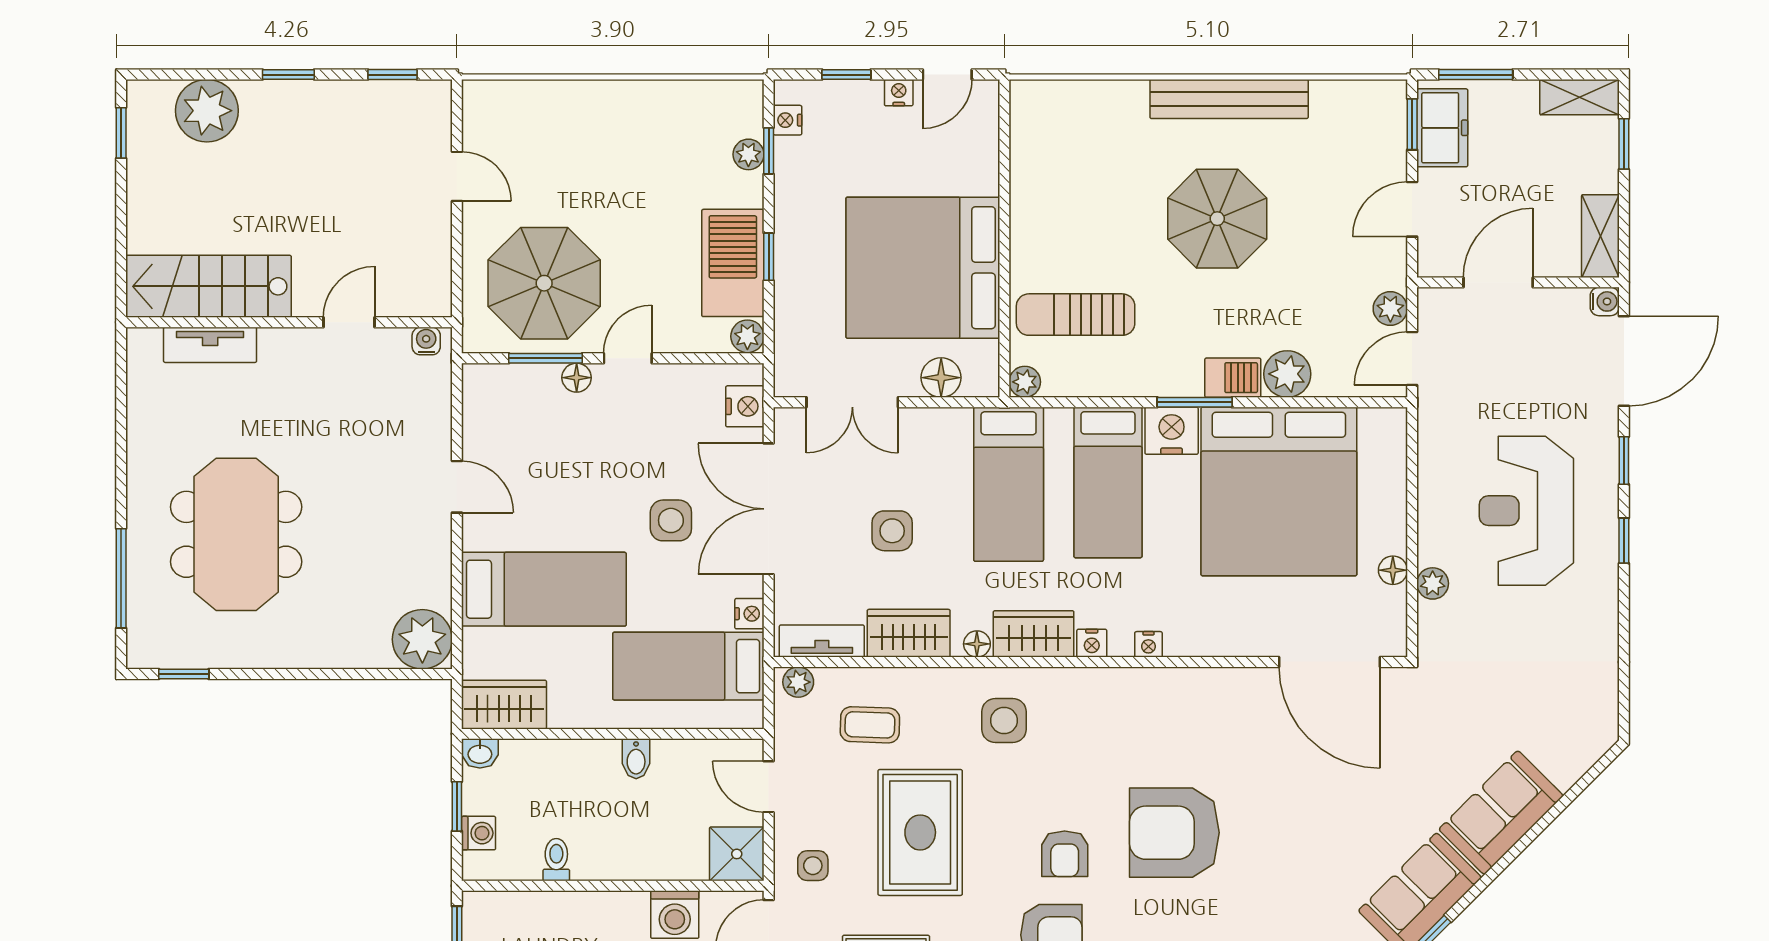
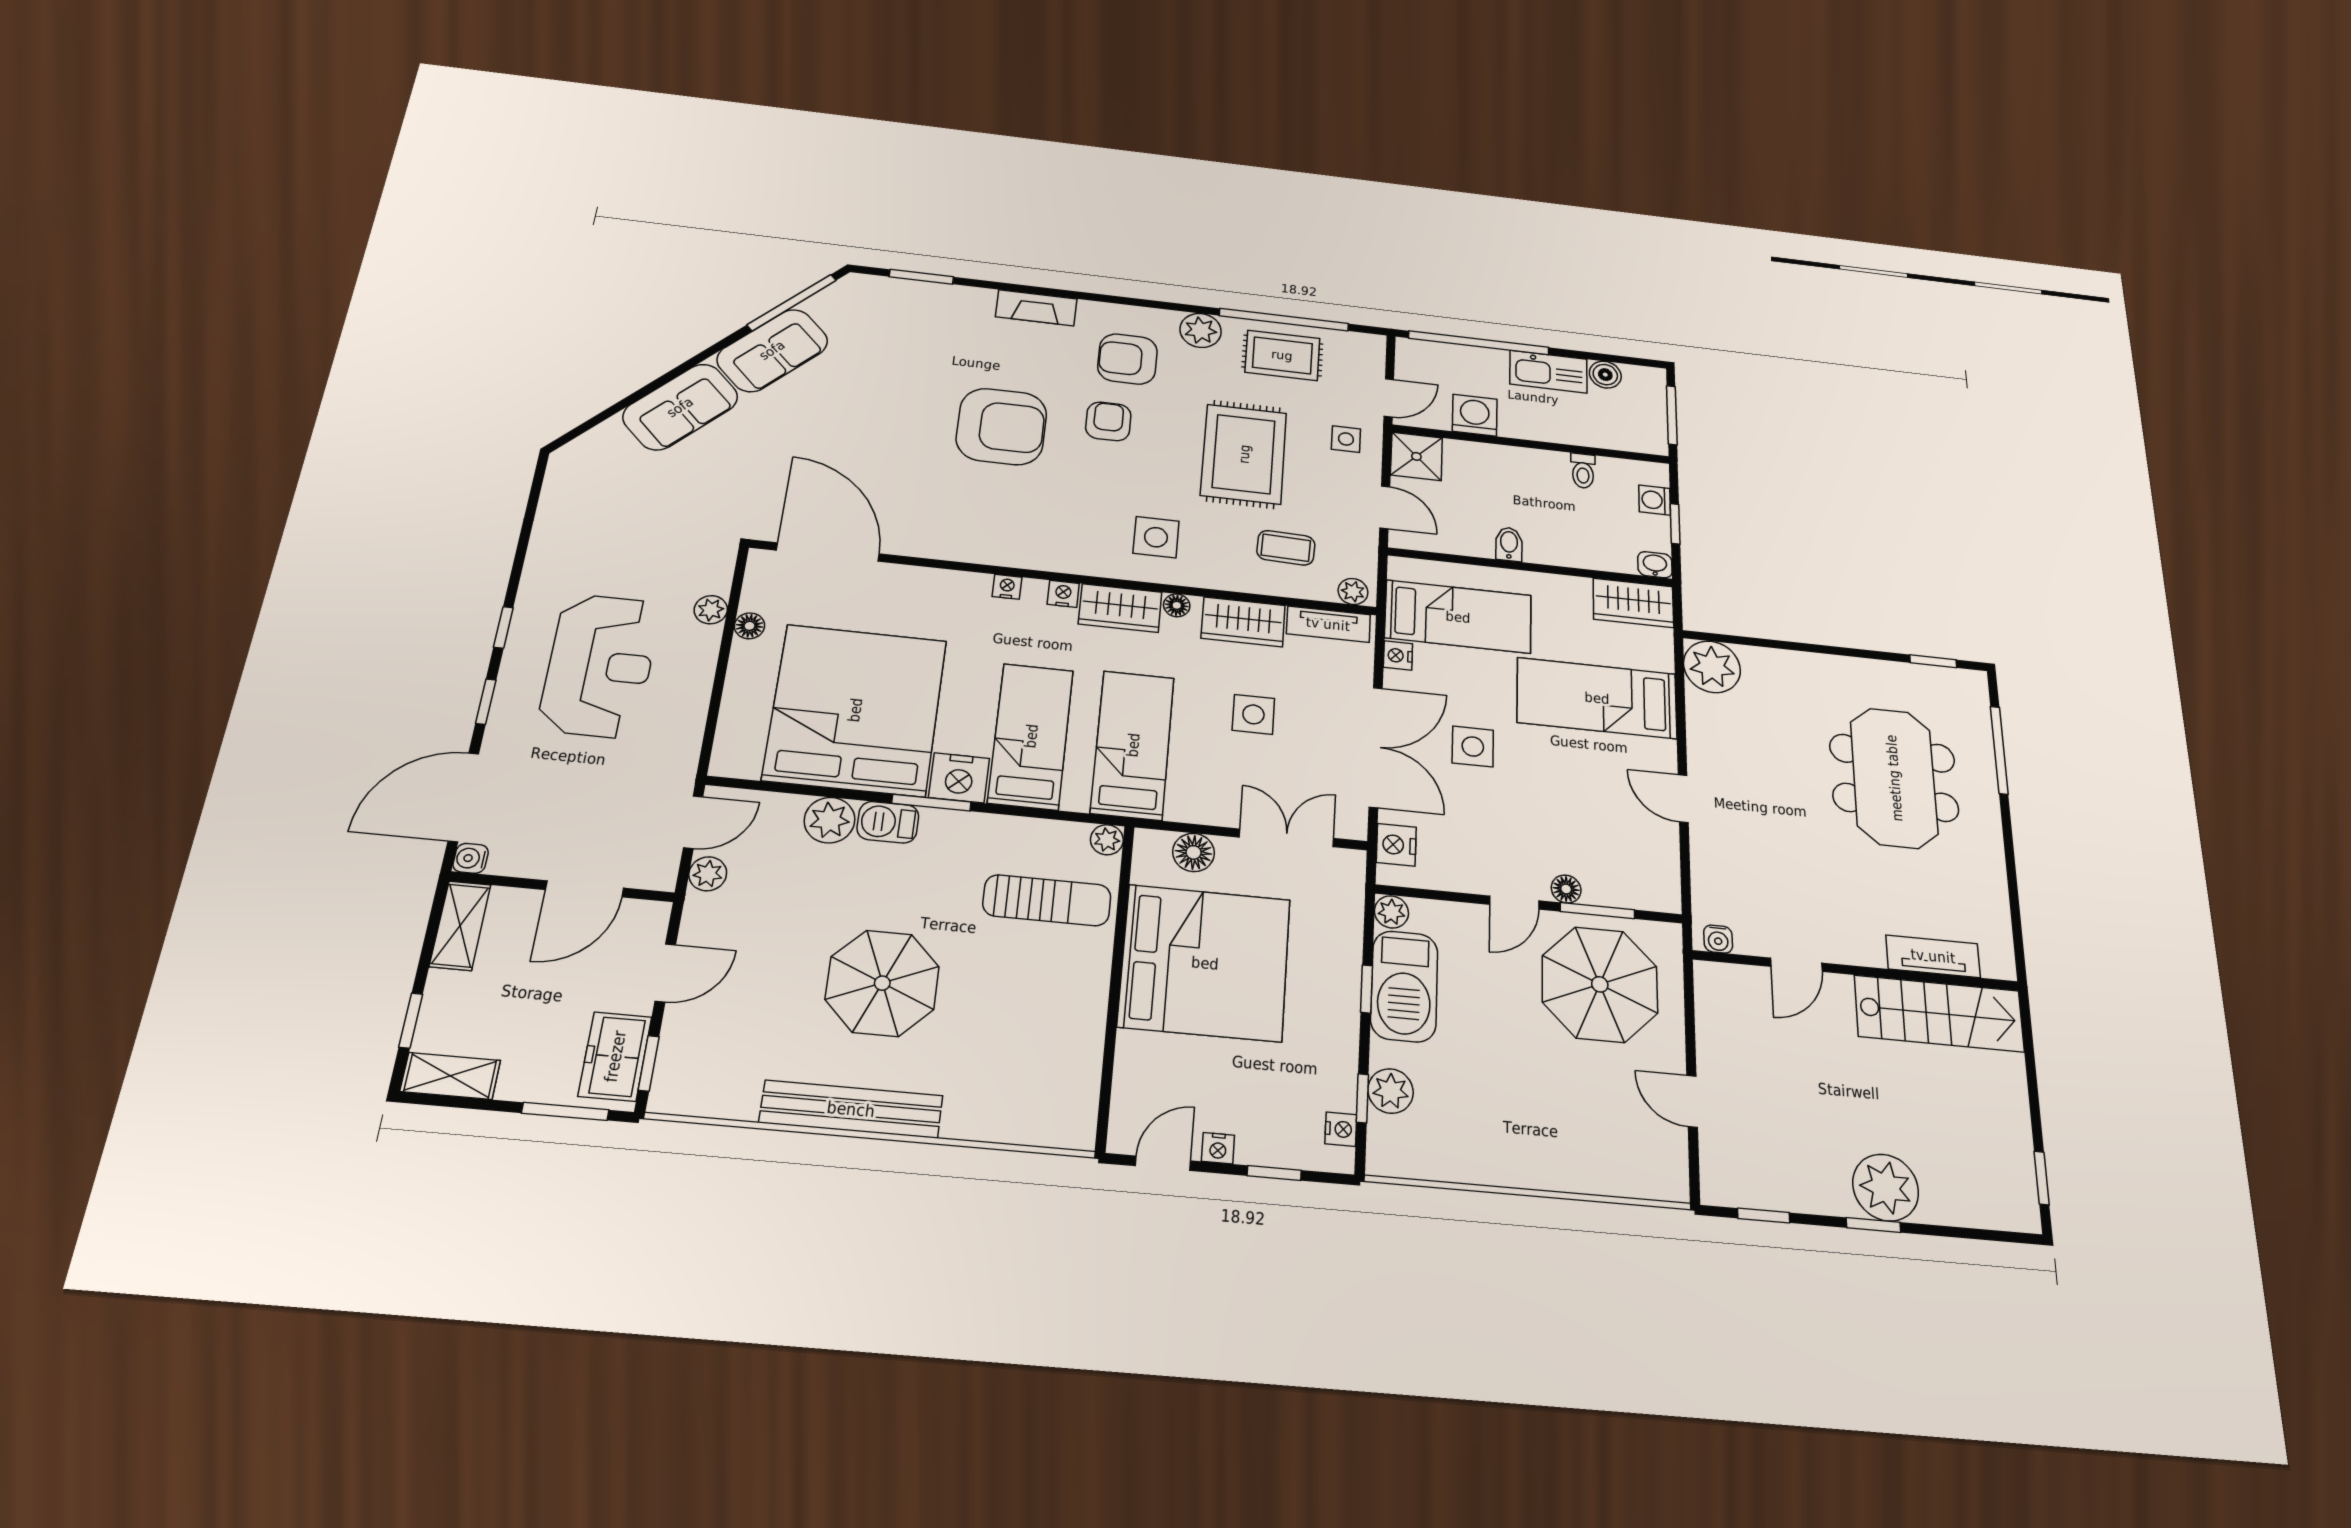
plant: (207, 111) -> (1886, 1188), moved
plant: (748, 154) -> (1391, 1091), width x1.38, depth x1.38

